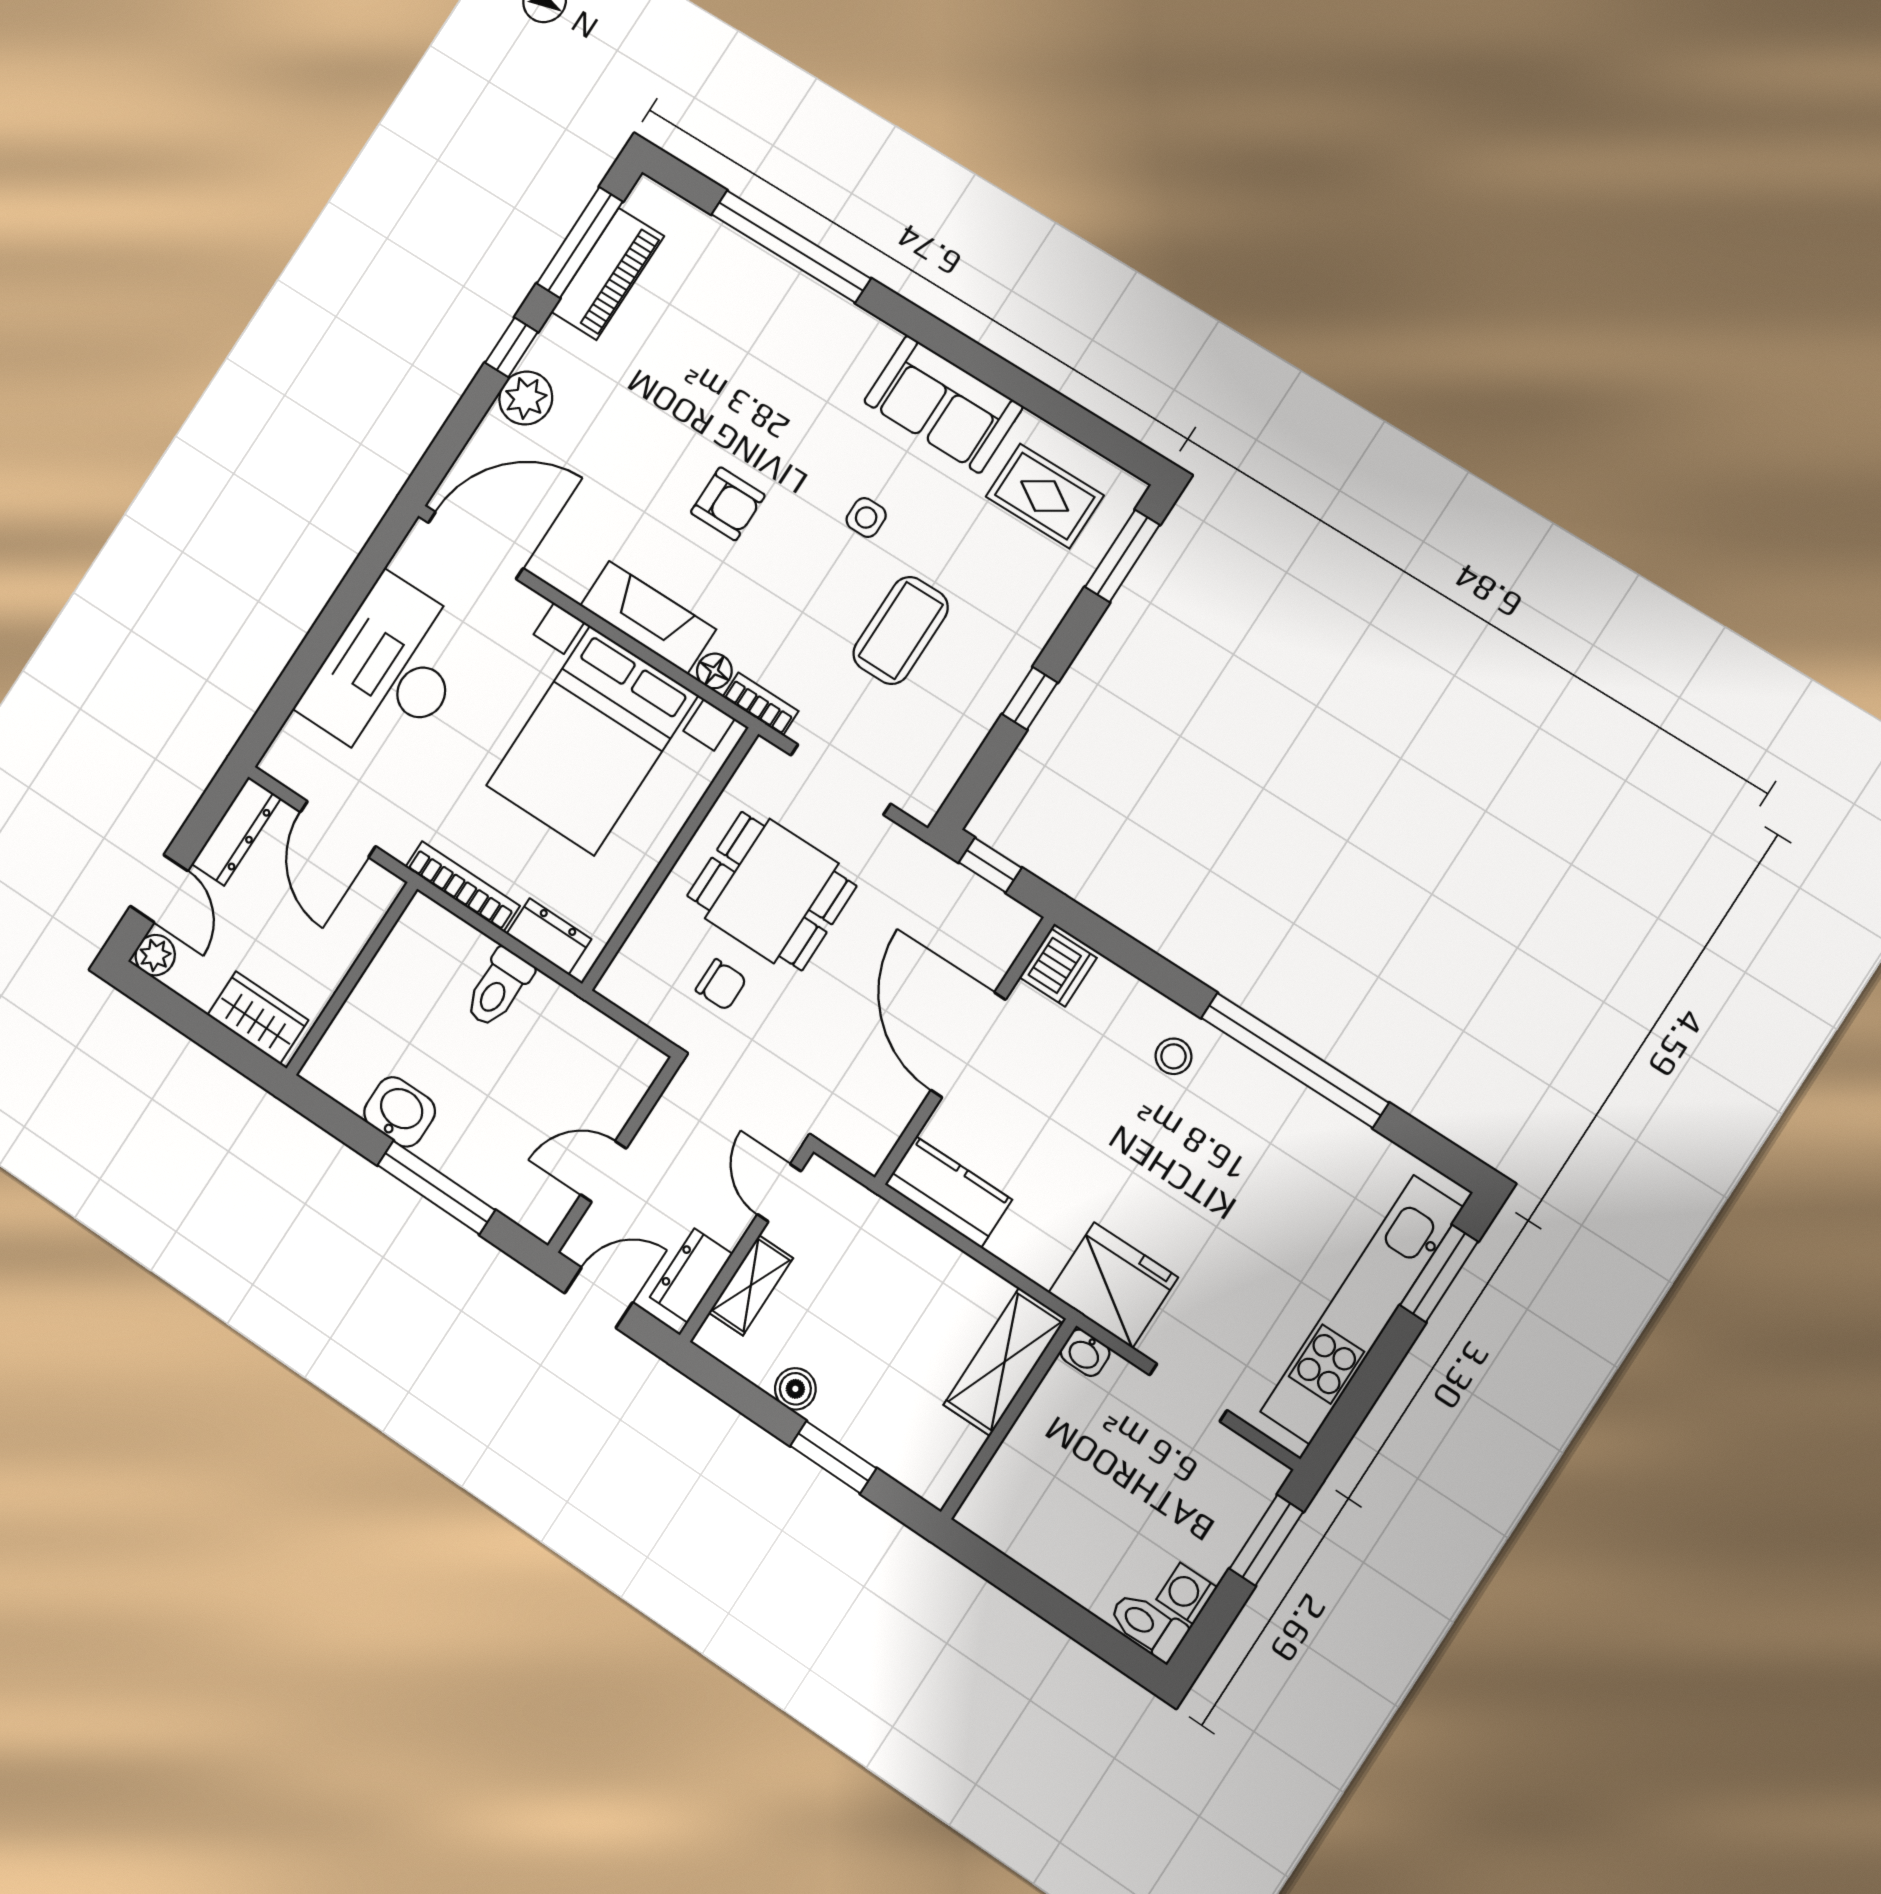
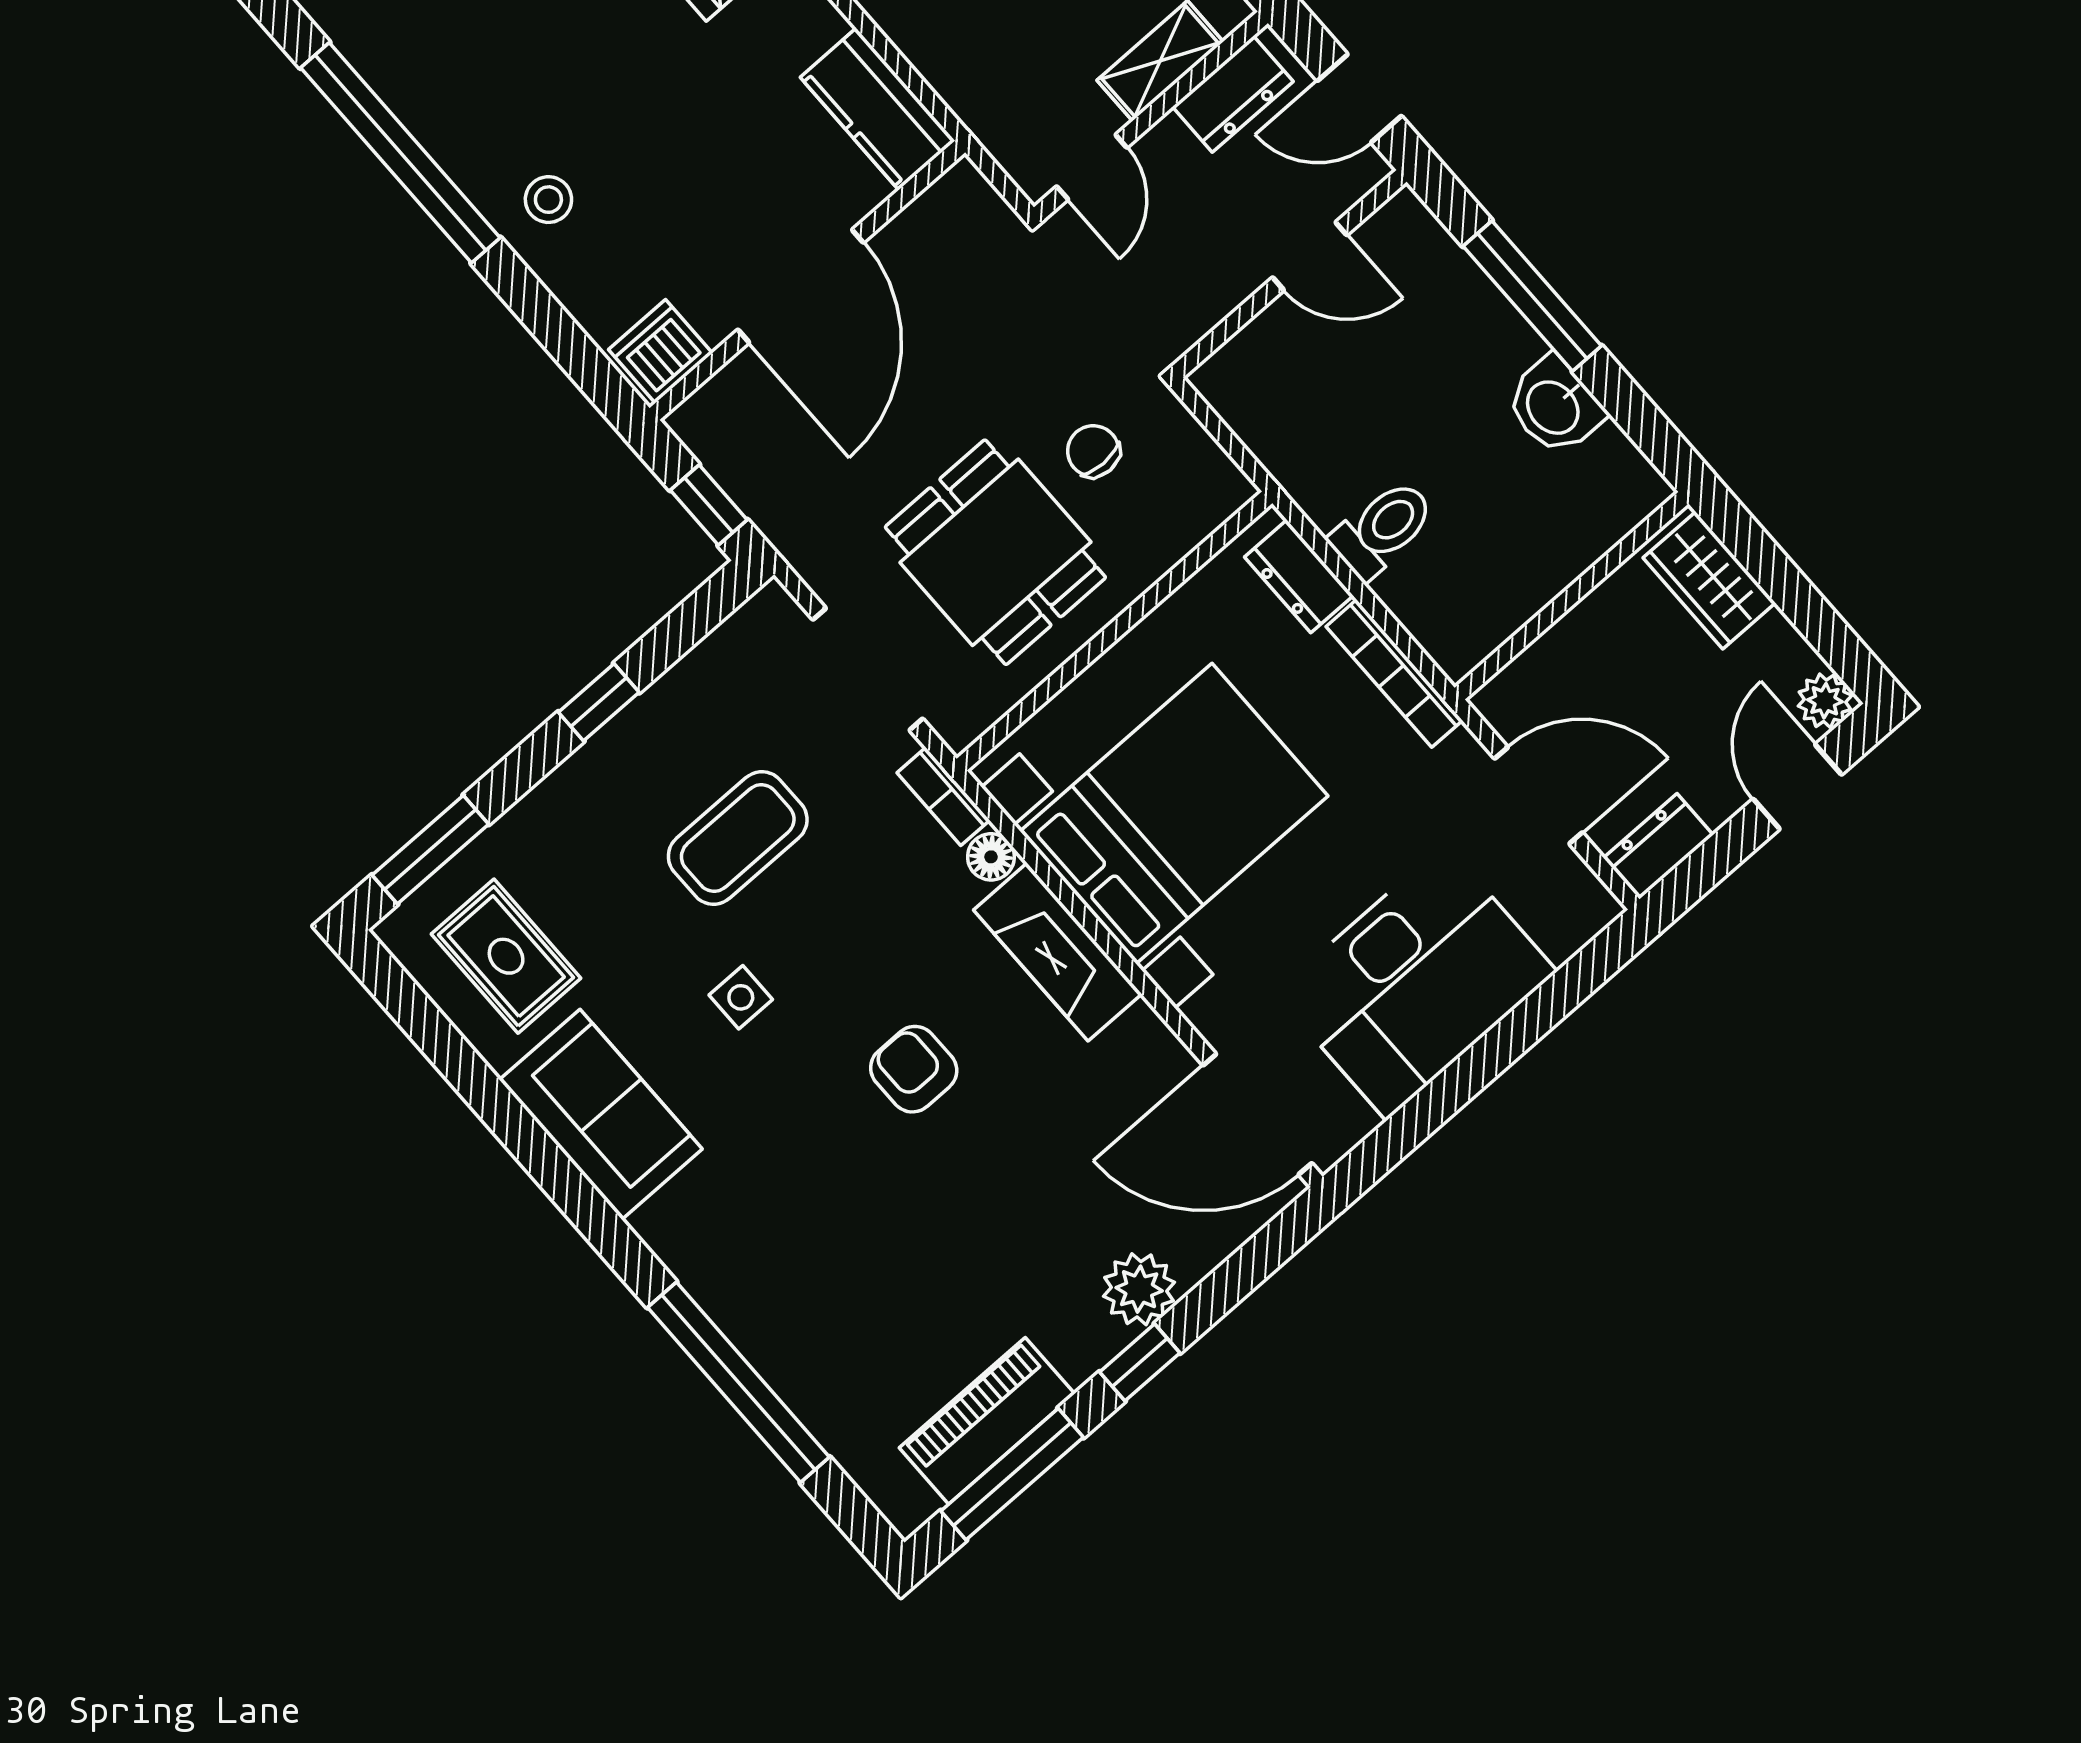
door: (338, 829) -> (1539, 796), hinge flipped
dresser: (236, 831) -> (1658, 846), width x0.70

